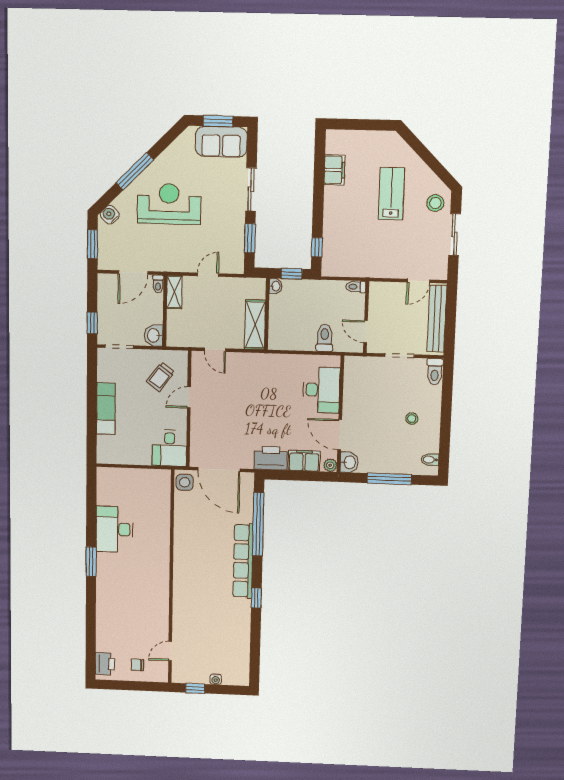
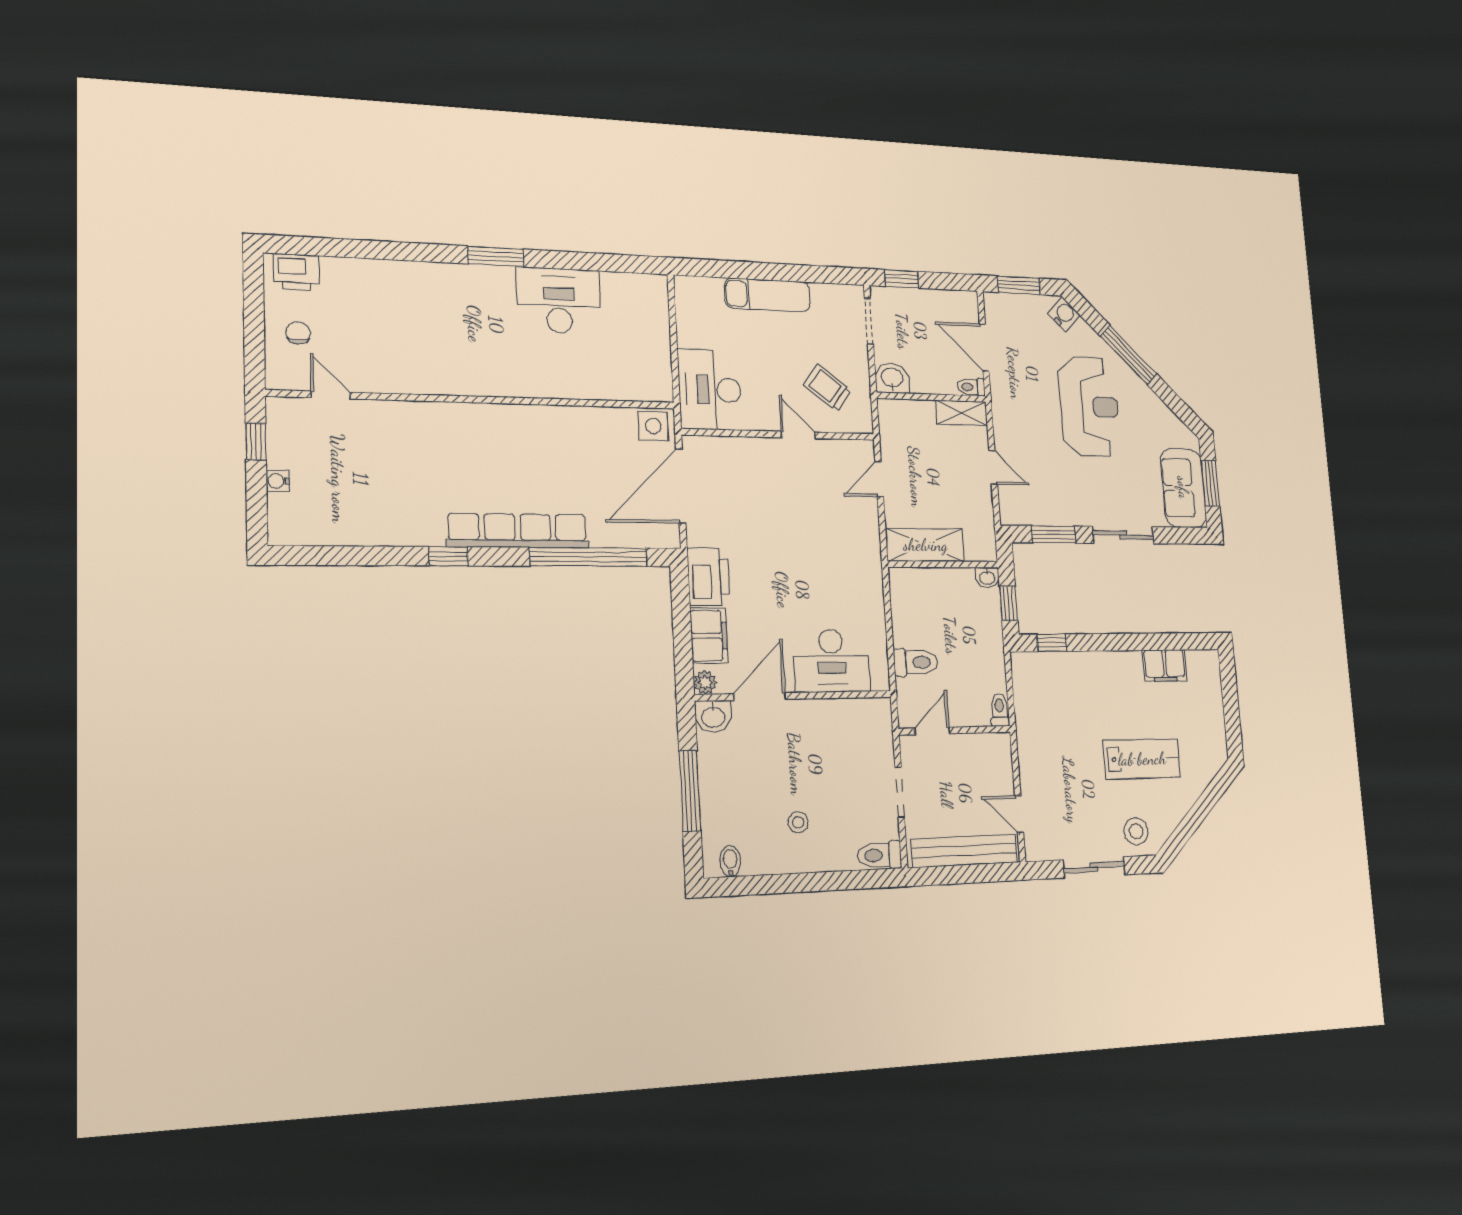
desk: (169, 448) -> (710, 390), width x1.37

